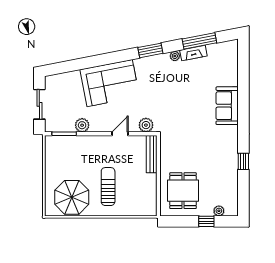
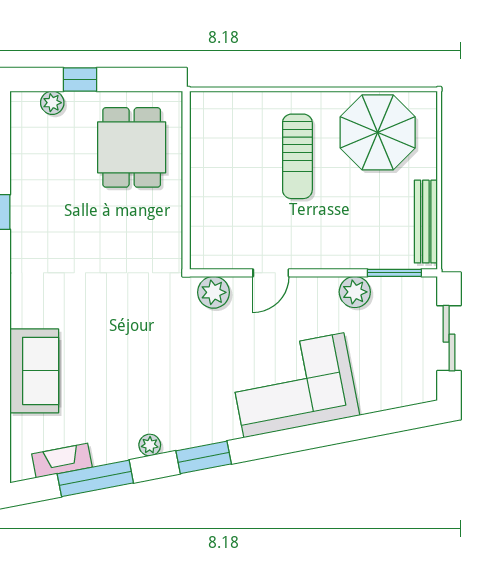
fireplace: (193, 53) -> (62, 461), moved
sofa: (227, 106) -> (34, 371), moved
bench: (152, 154) -> (426, 222), moved

